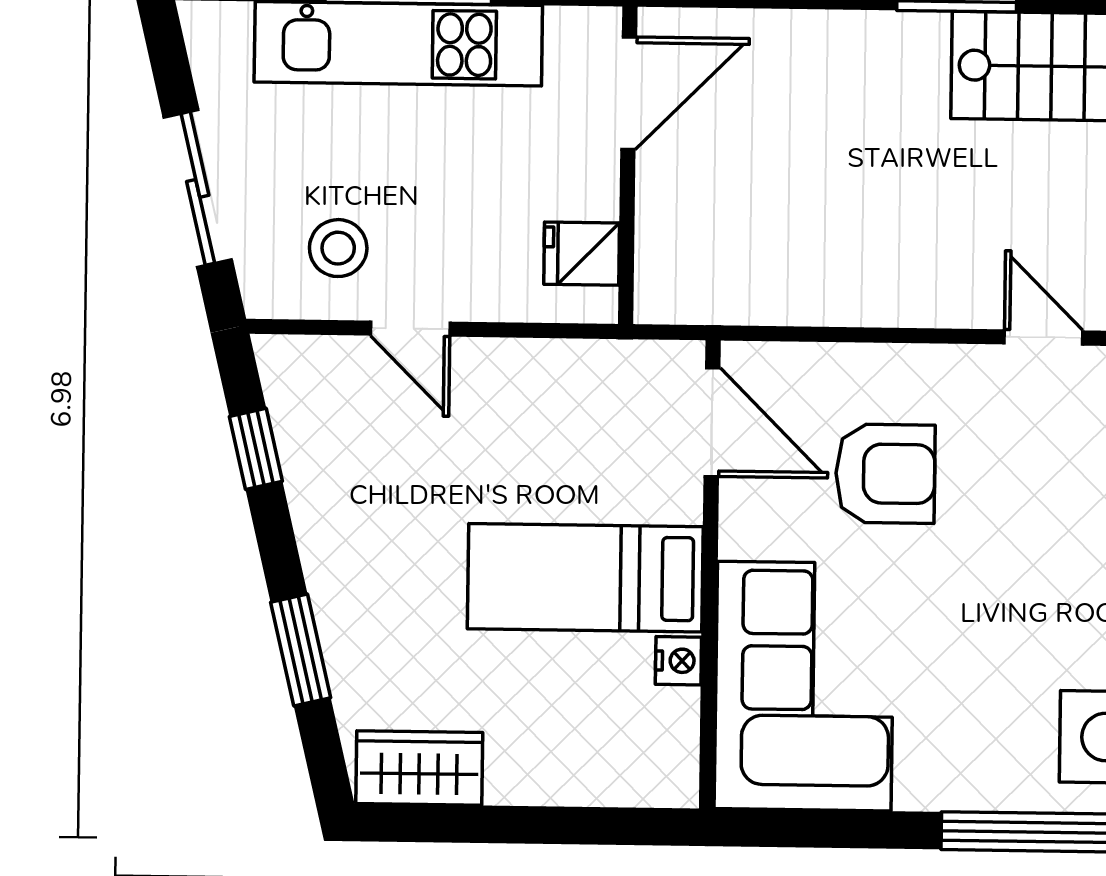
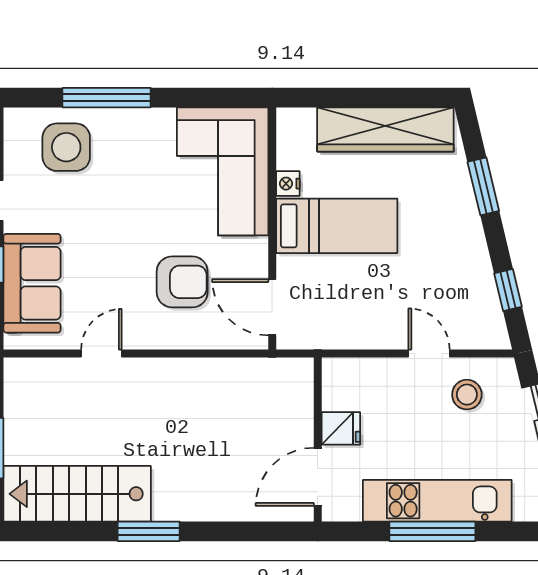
fridge: (582, 254) -> (341, 428), moved
door: (1043, 337) -> (101, 353), swing flipped
armchair: (885, 474) -> (182, 282), turned 180
wardrobe: (419, 768) -> (385, 129), width x2.10, depth x1.17

